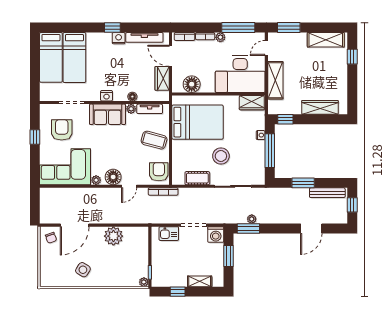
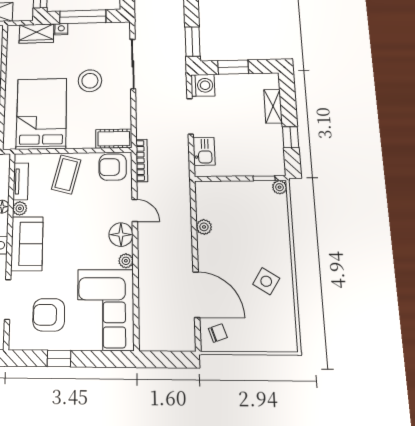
wardrobe: (252, 103) -> (37, 34), moved, turned 90
cot: (197, 178) -> (114, 139), moved, turned 90
plant: (252, 219) -> (179, 38), removed
plant: (113, 236) -> (204, 227), width x0.53, depth x0.53

